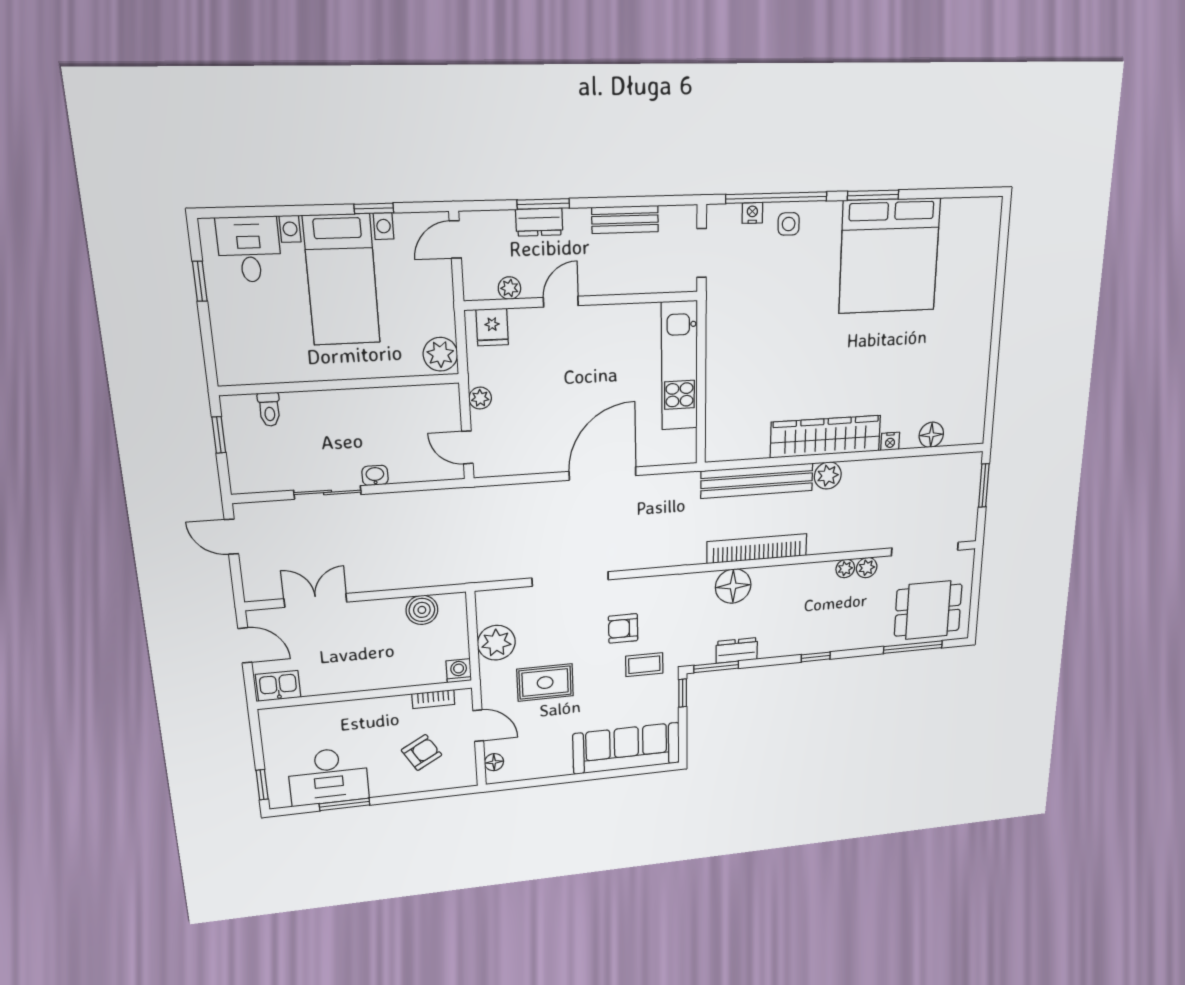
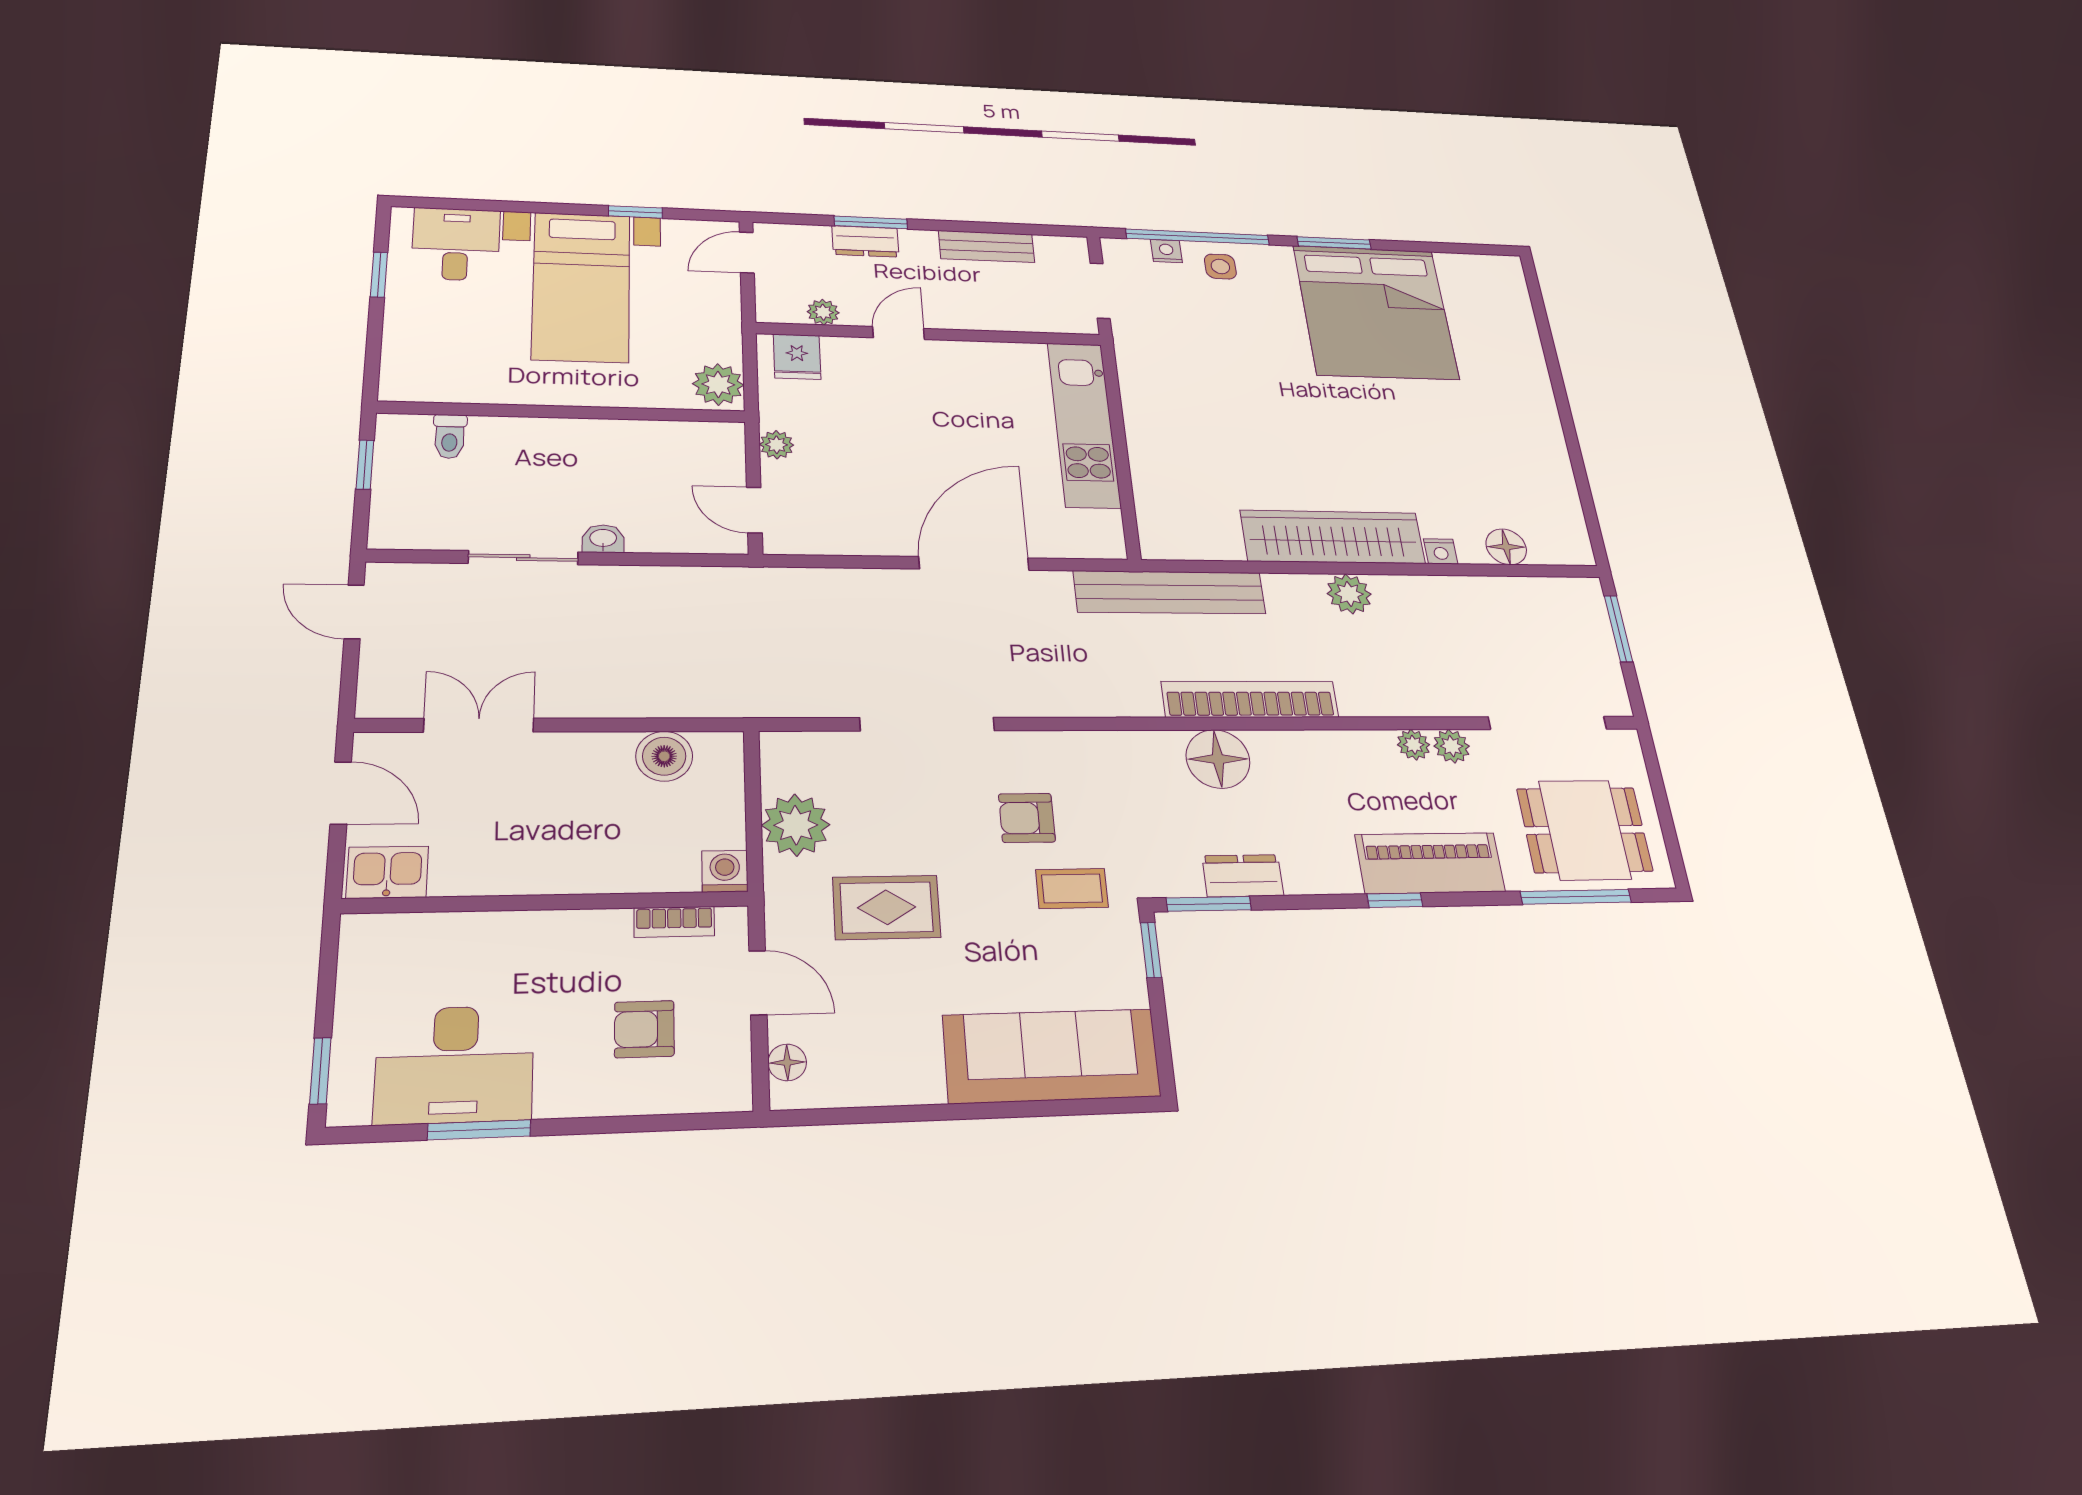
bench: (757, 481) -> (1170, 592), moved
piano: (839, 635) -> (1430, 863), added
armchair: (422, 752) -> (644, 1029), turned -150

